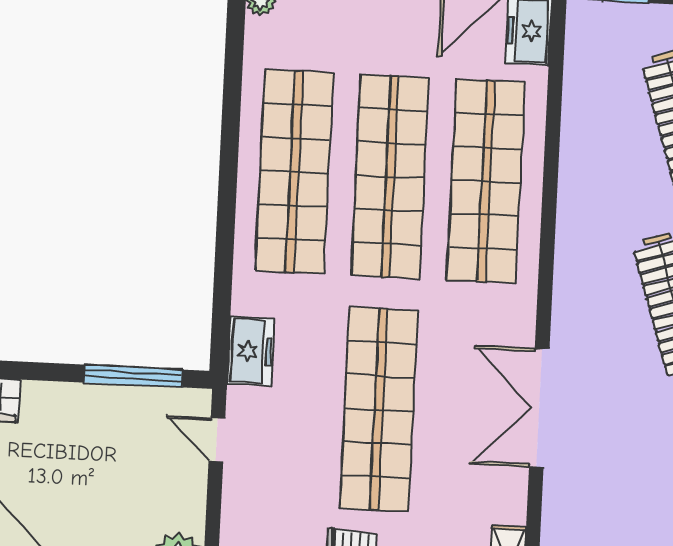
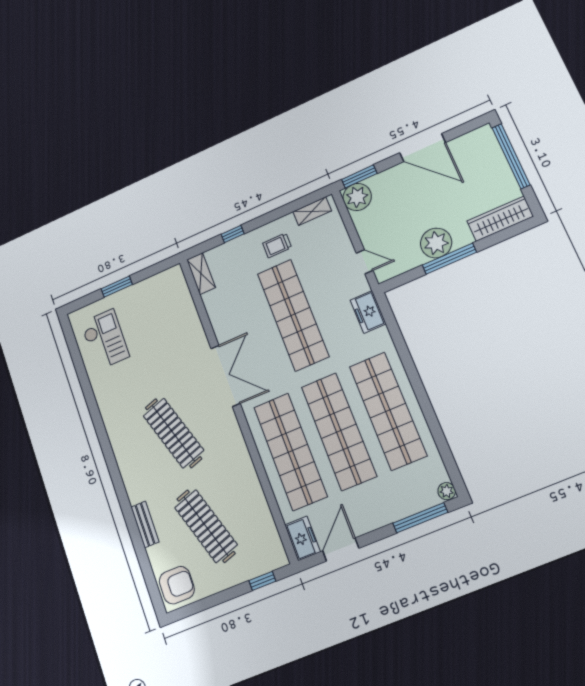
window: (133, 376) -> (449, 259), moved
double door: (539, 408) -> (226, 376), moved
plant: (85, 411) -> (436, 243), added

